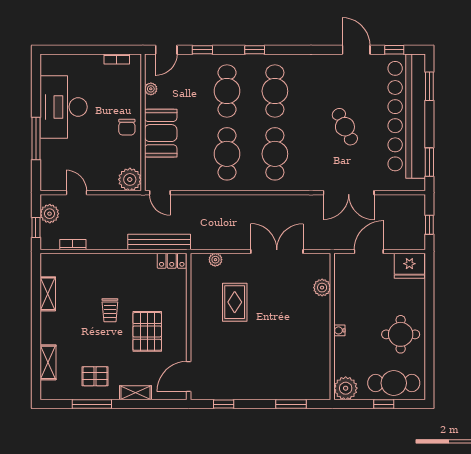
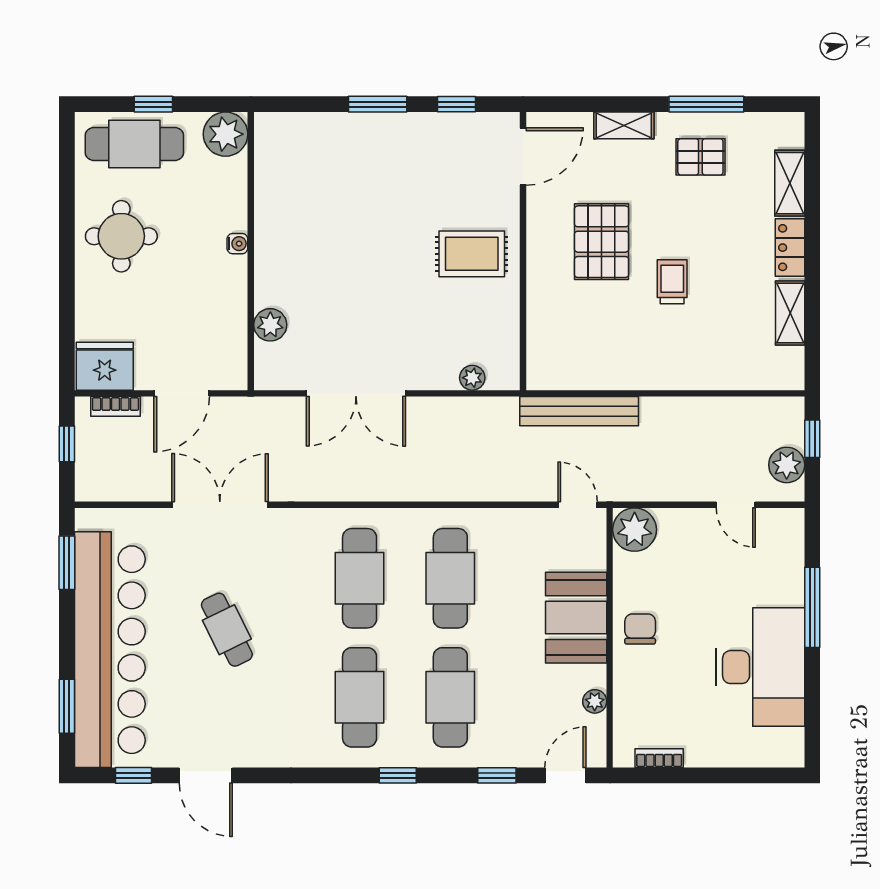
bookcase: (73, 245) -> (116, 406), moved
locker: (172, 261) -> (790, 248), moved, turned -90
rug: (235, 302) -> (472, 254), moved, turned 90
window: (291, 404) -> (378, 104), moved

